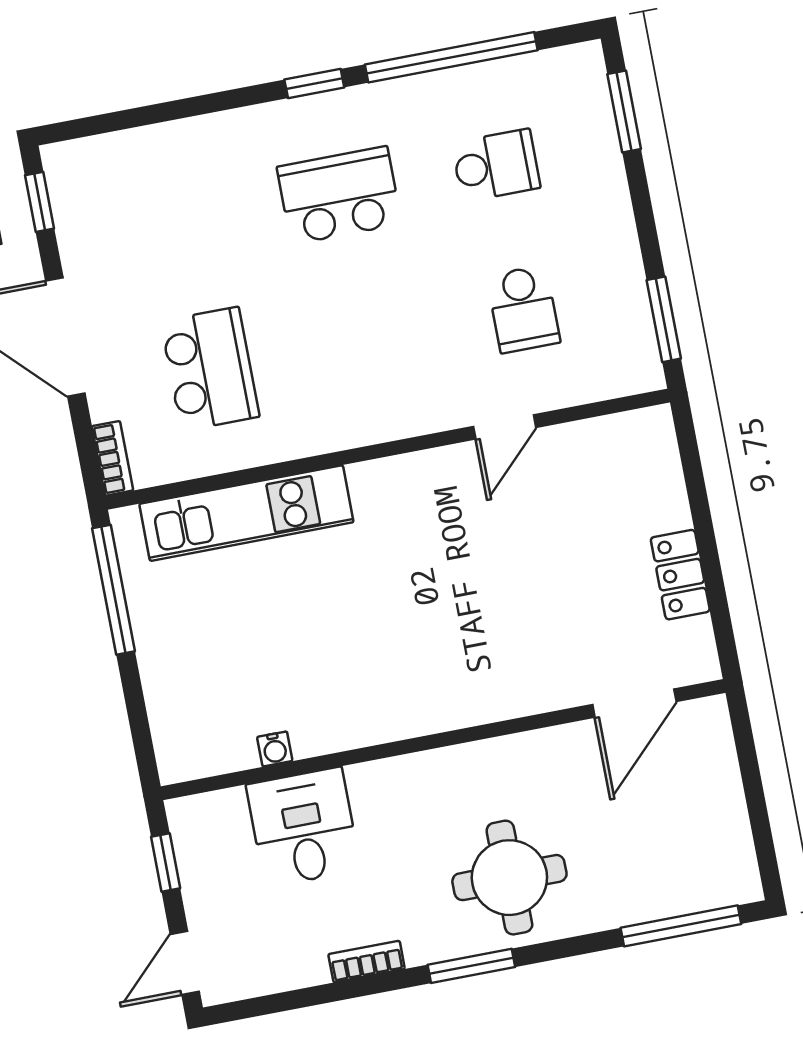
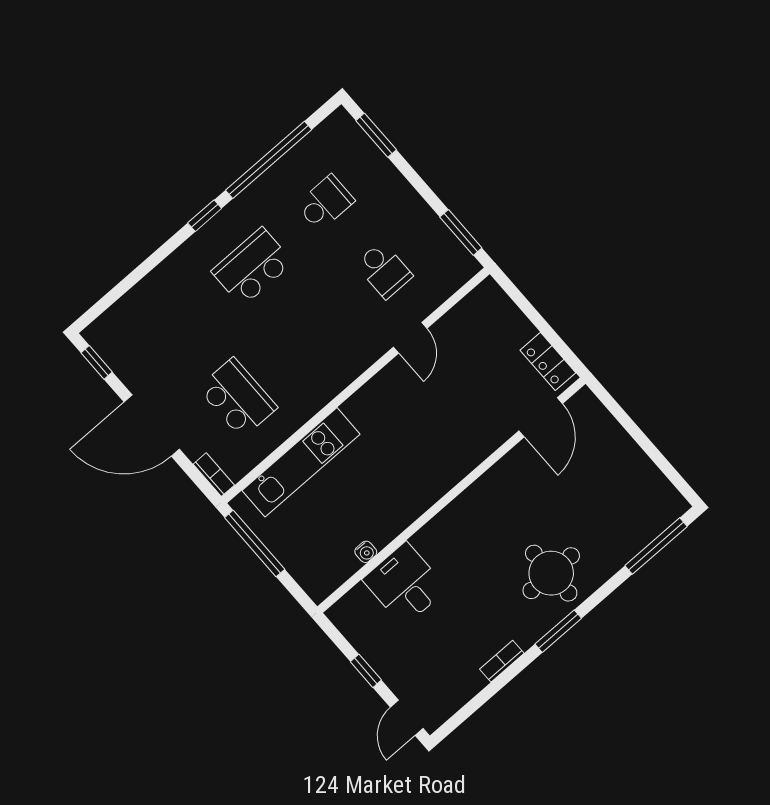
door: (634, 703) -> (541, 417), moved
wall: (443, 740) -> (451, 495), moved
water cooler: (275, 749) -> (366, 552), moved
desk: (303, 827) -> (405, 584), moved

